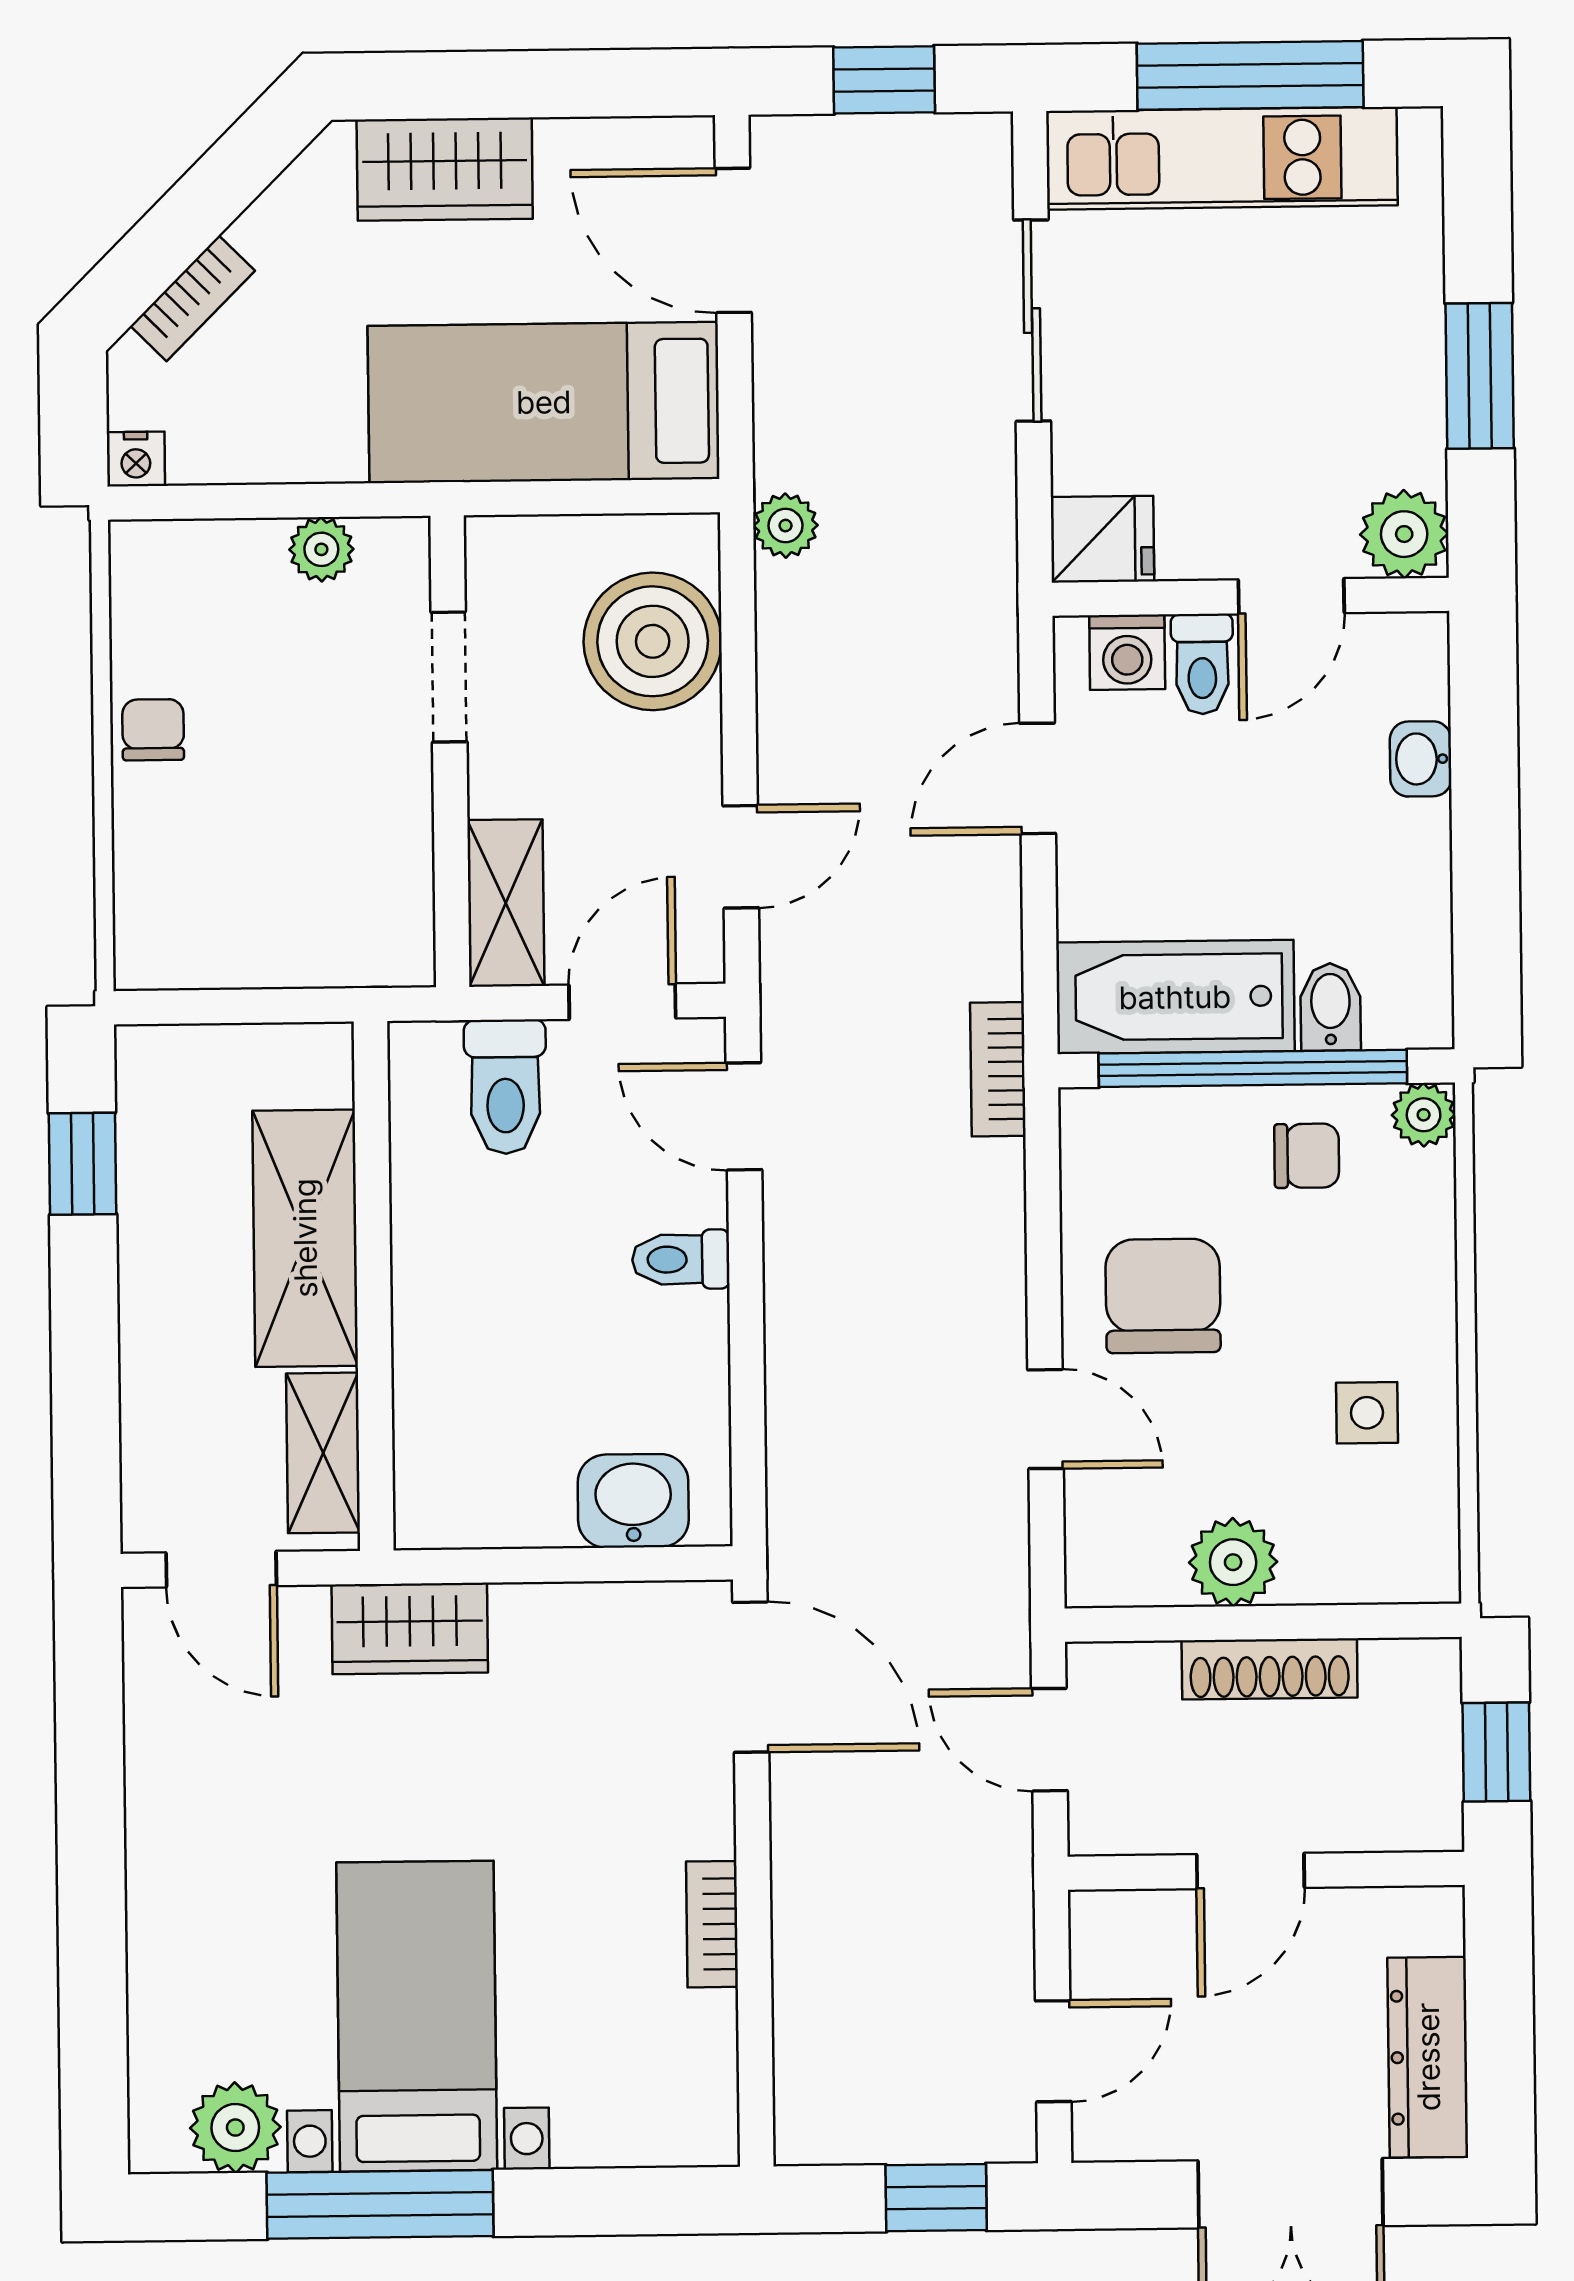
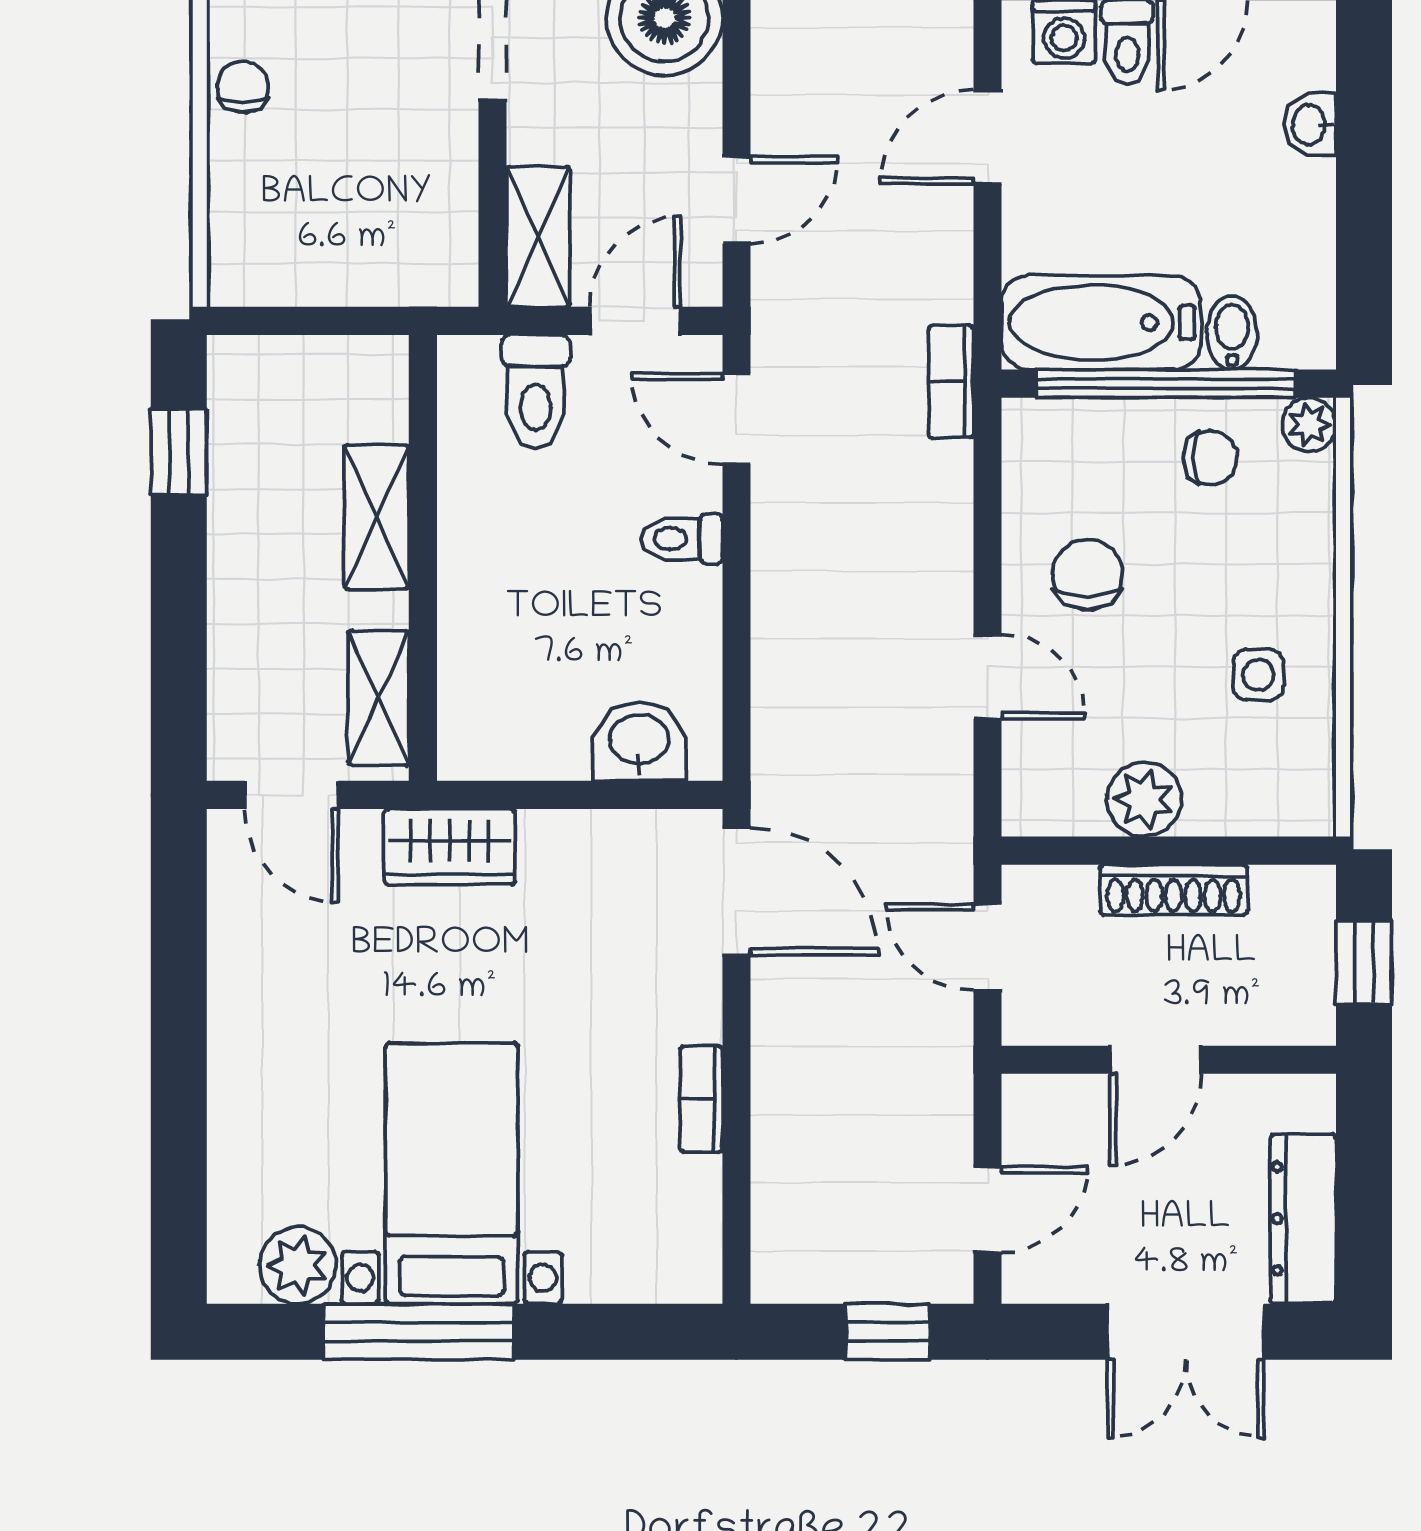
shelving: (305, 1238) -> (376, 517), width x0.67, depth x0.75
chair: (1163, 1296) -> (1088, 574), width x0.73, depth x0.73

